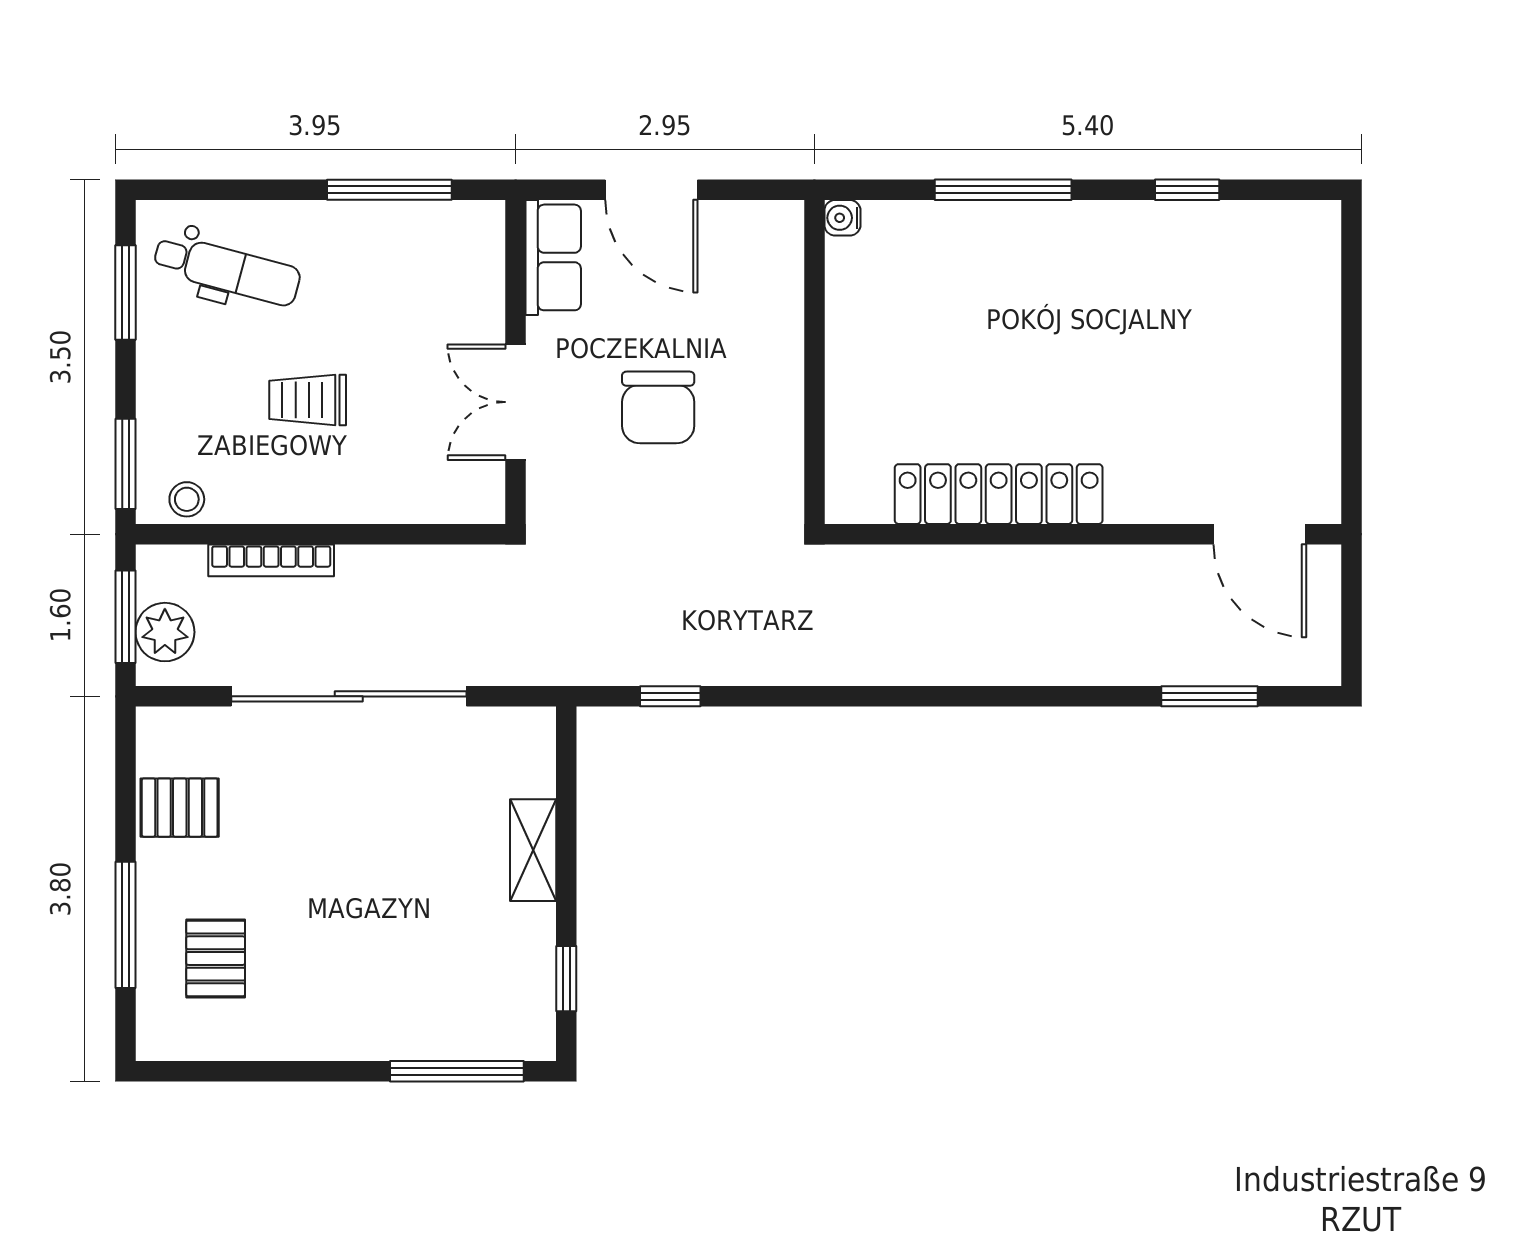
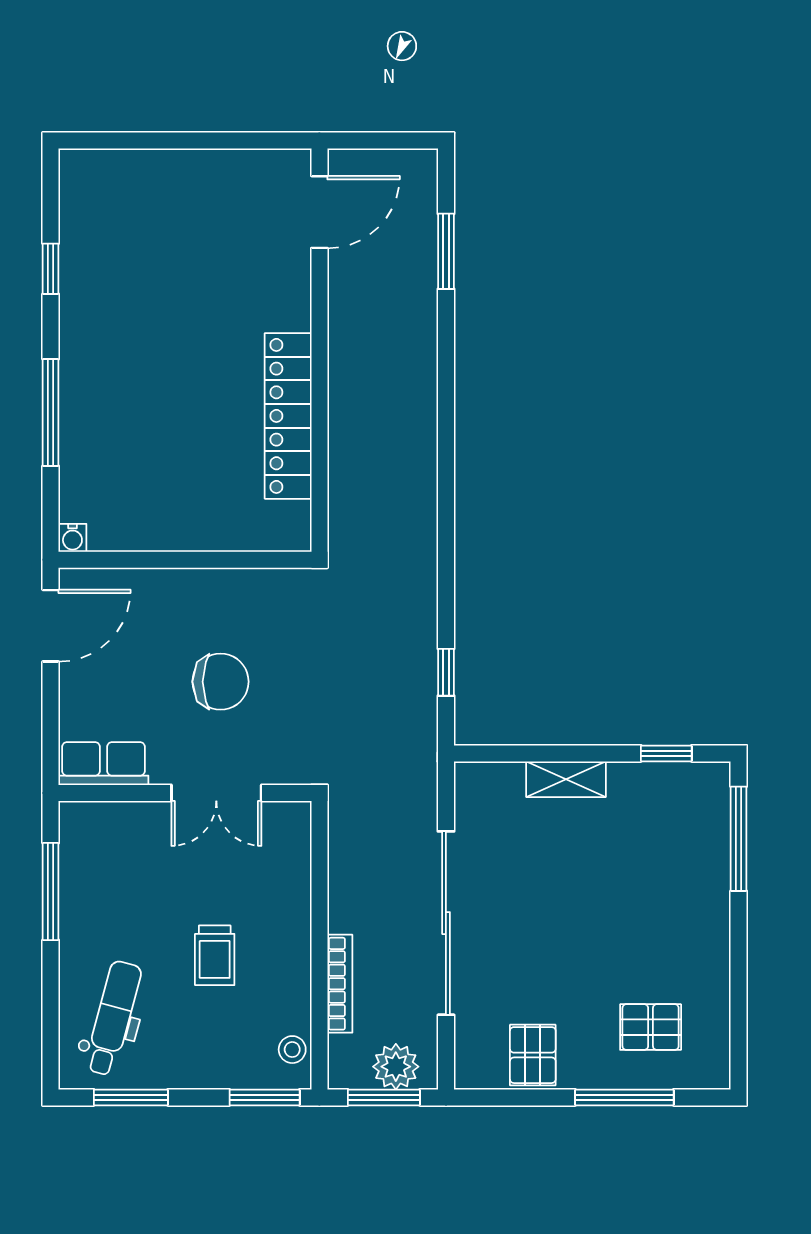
door: (651, 190) -> (51, 626), moved

